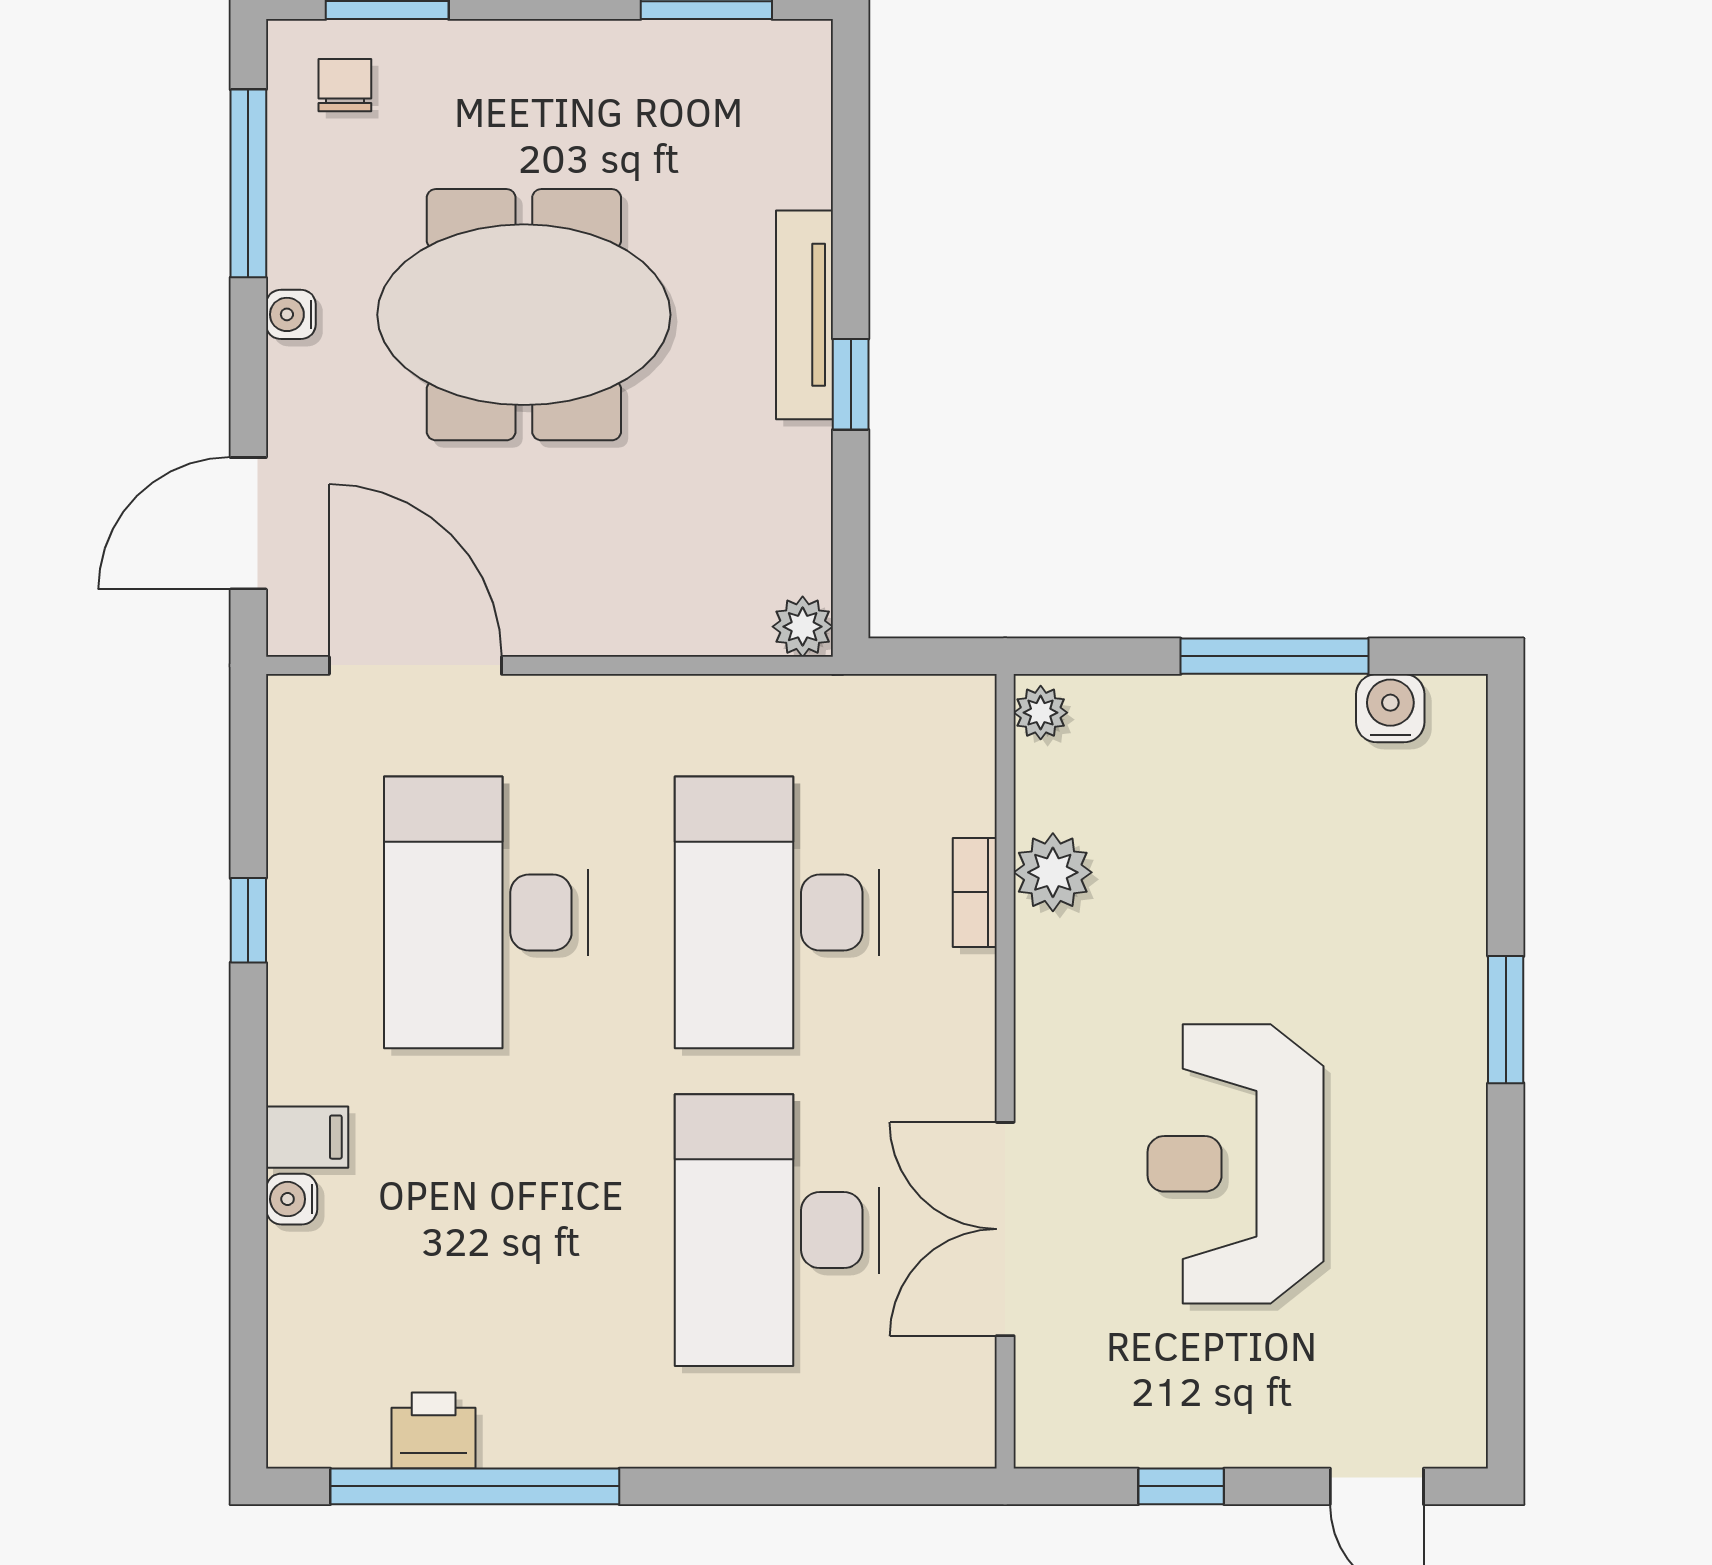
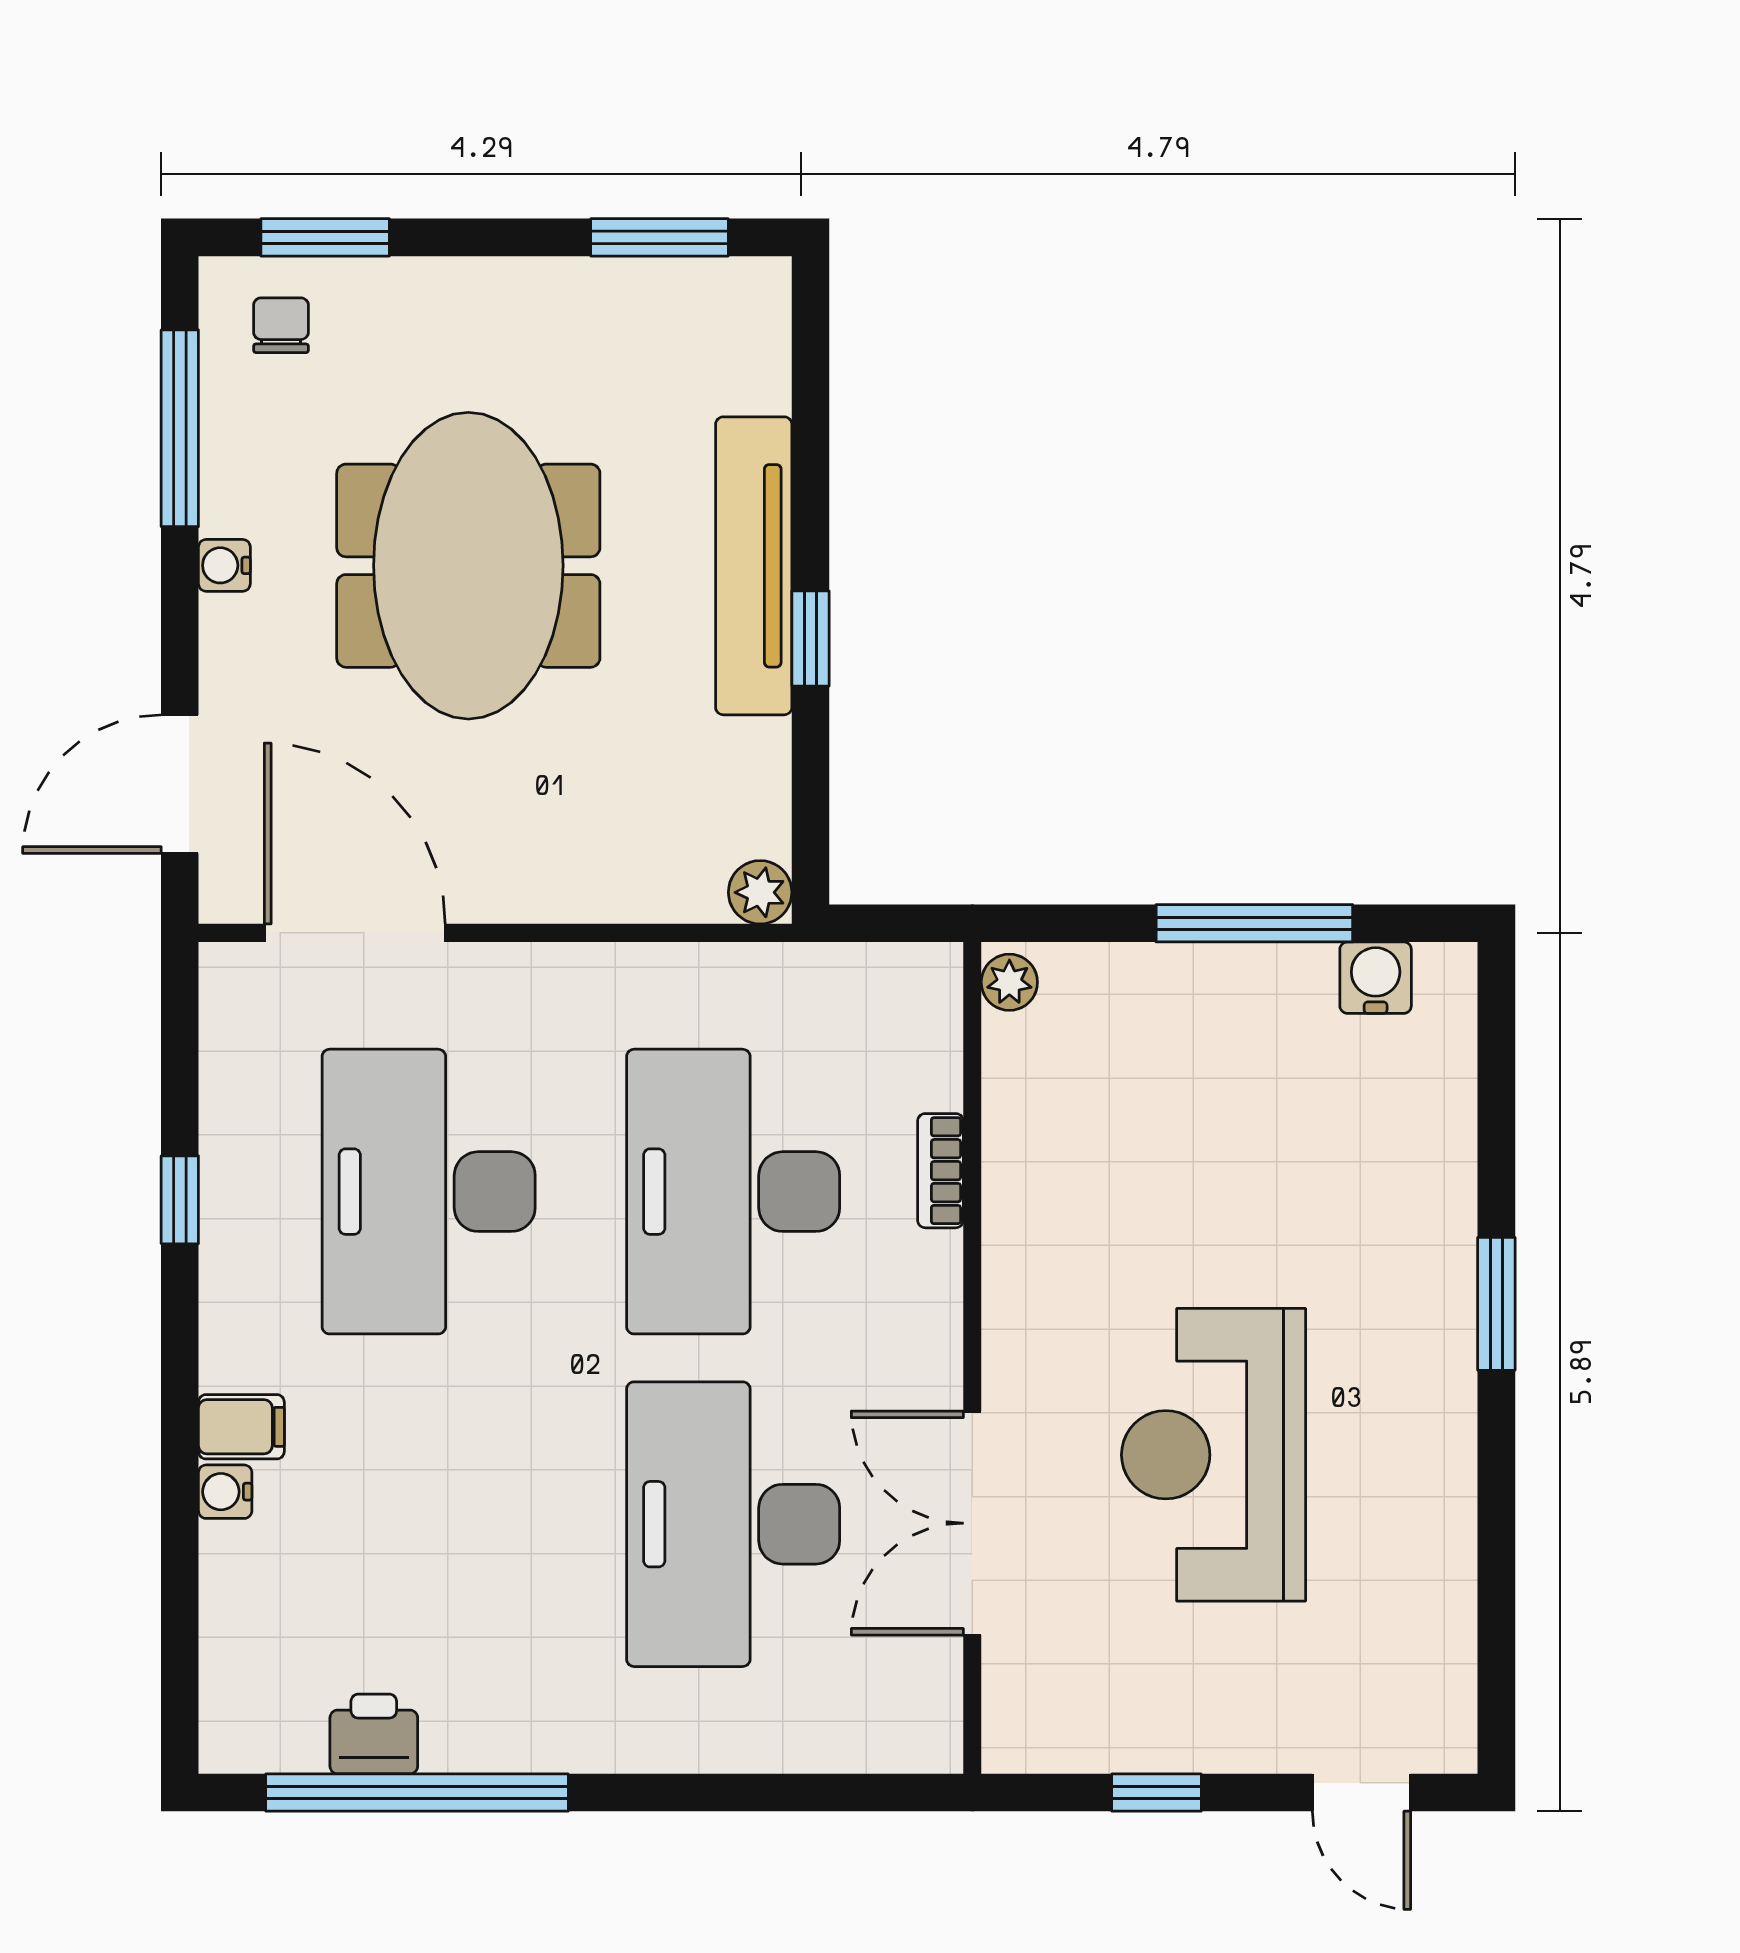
meeting table: (524, 315) -> (468, 566), turned 90
tv unit: (805, 315) -> (754, 566), width x1.36, depth x1.29
plant: (1053, 872) -> (1022, 1150), removed

